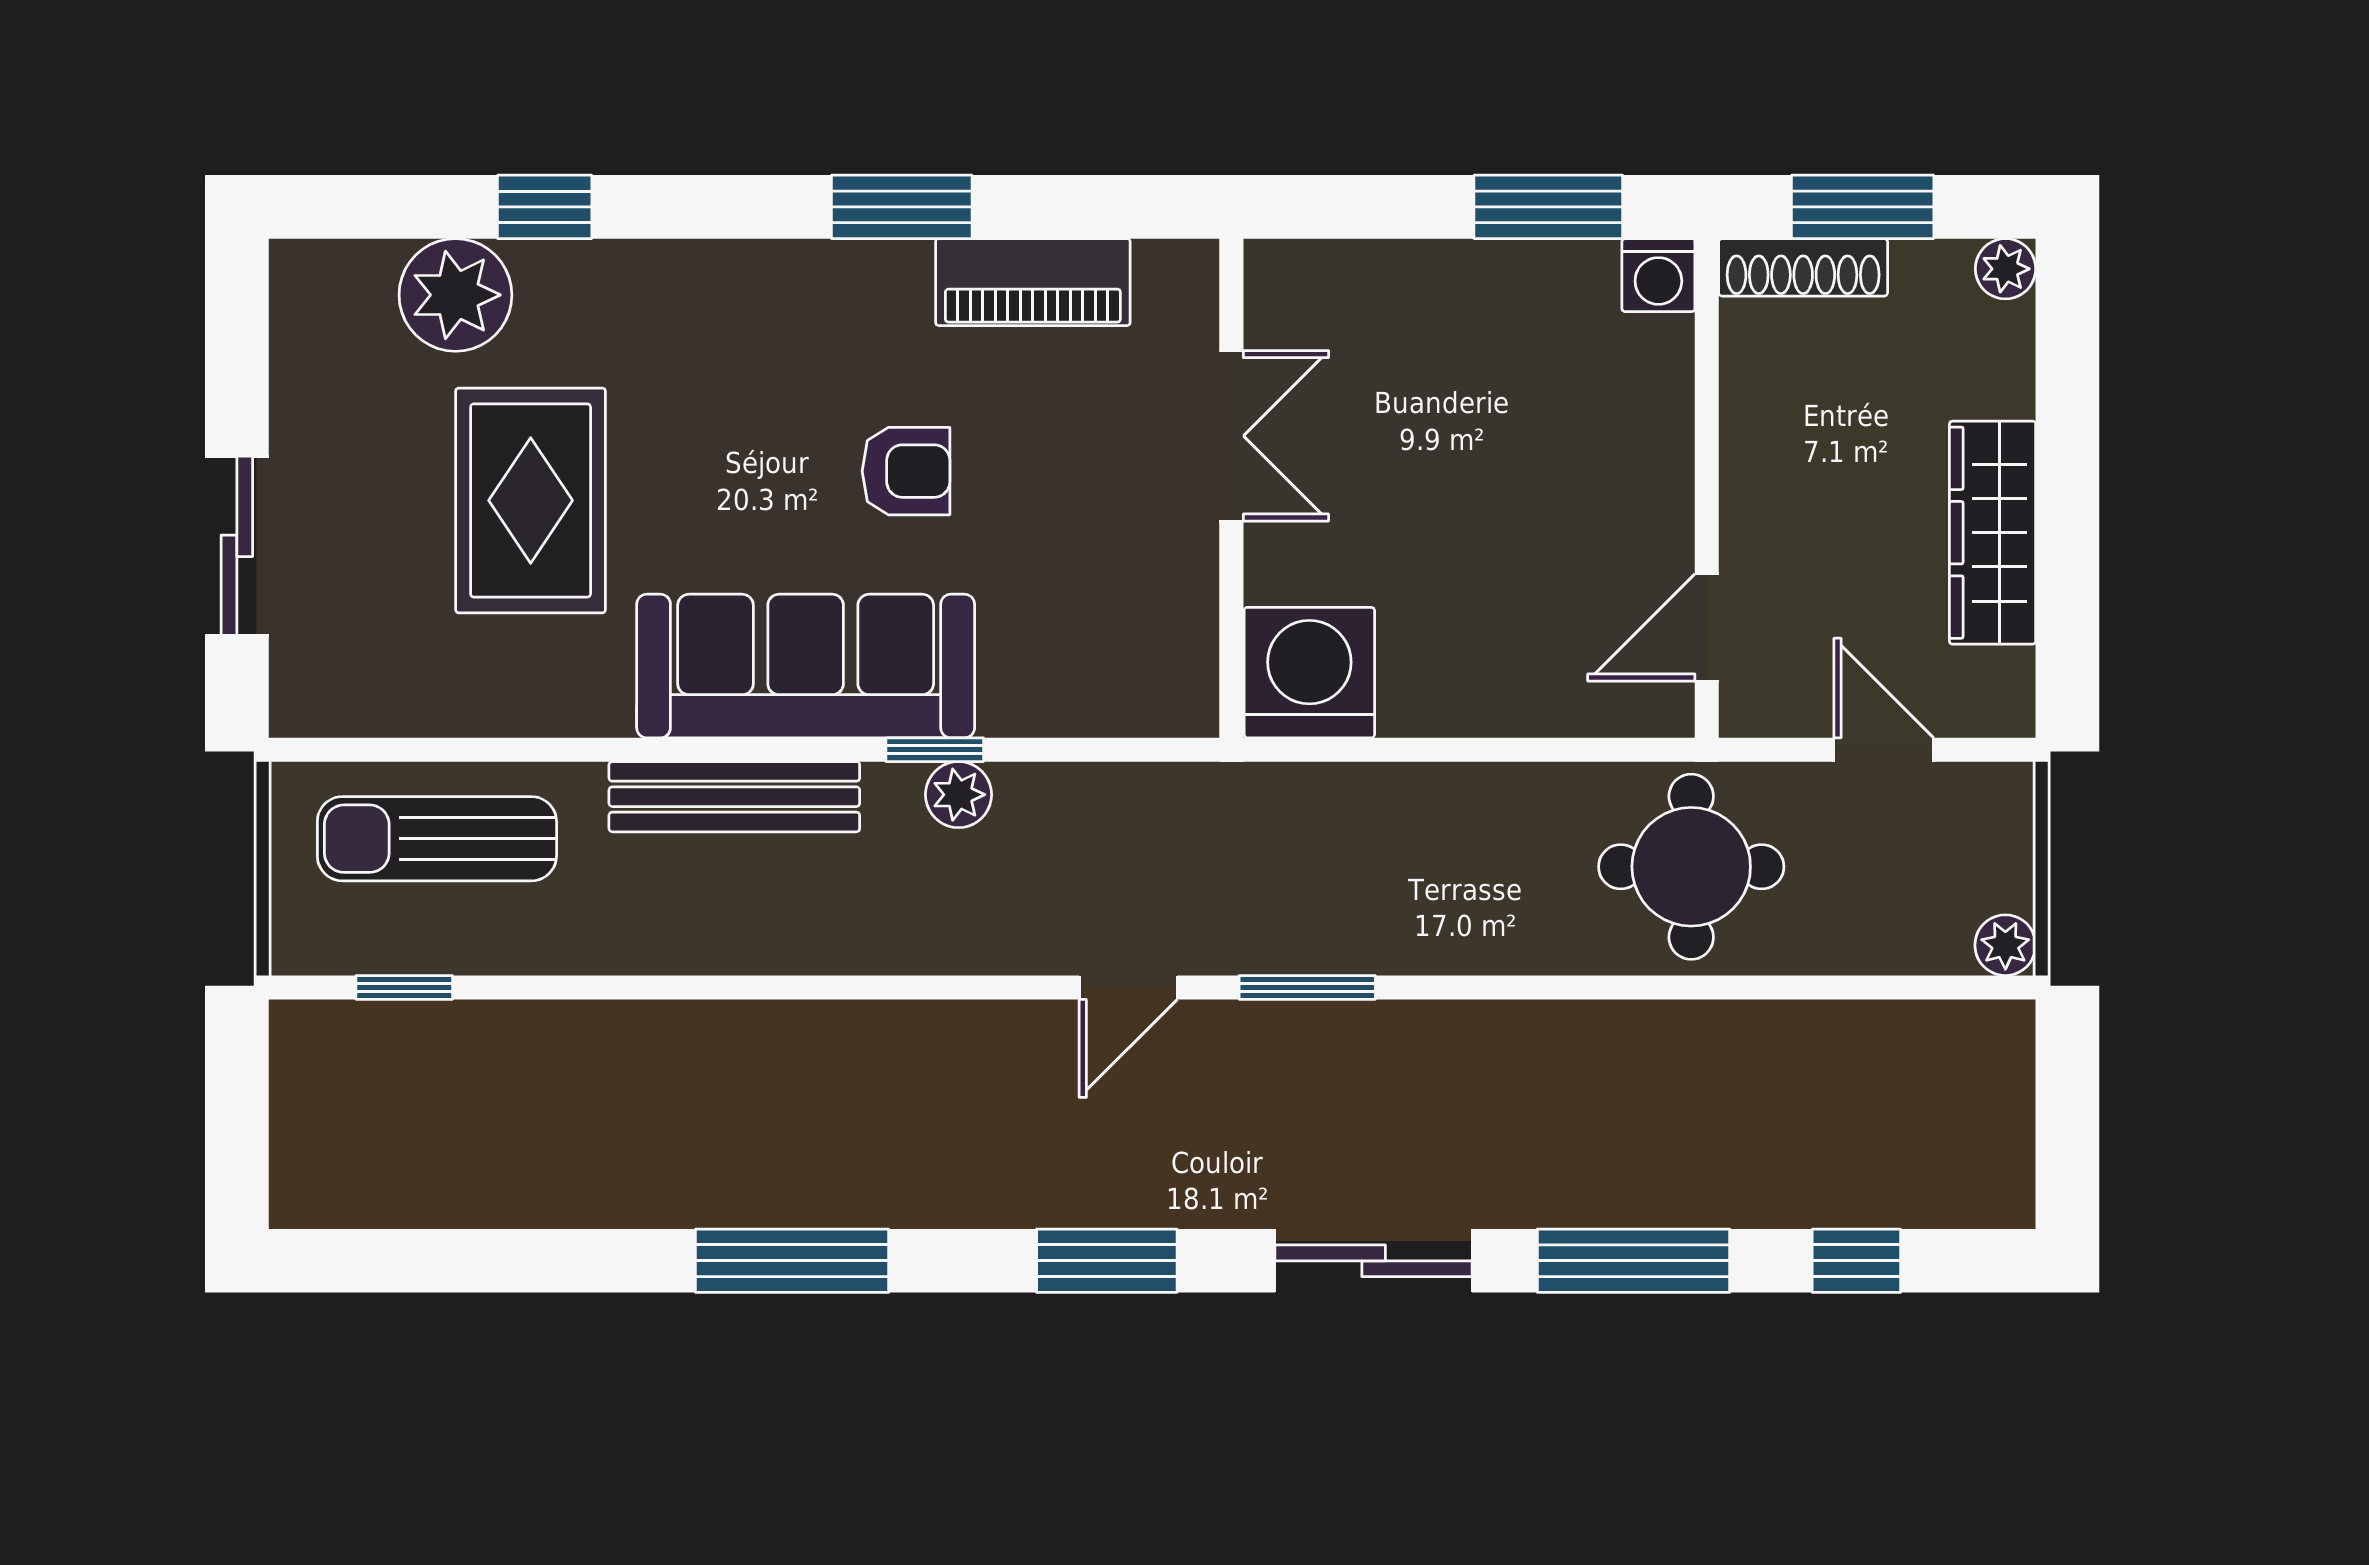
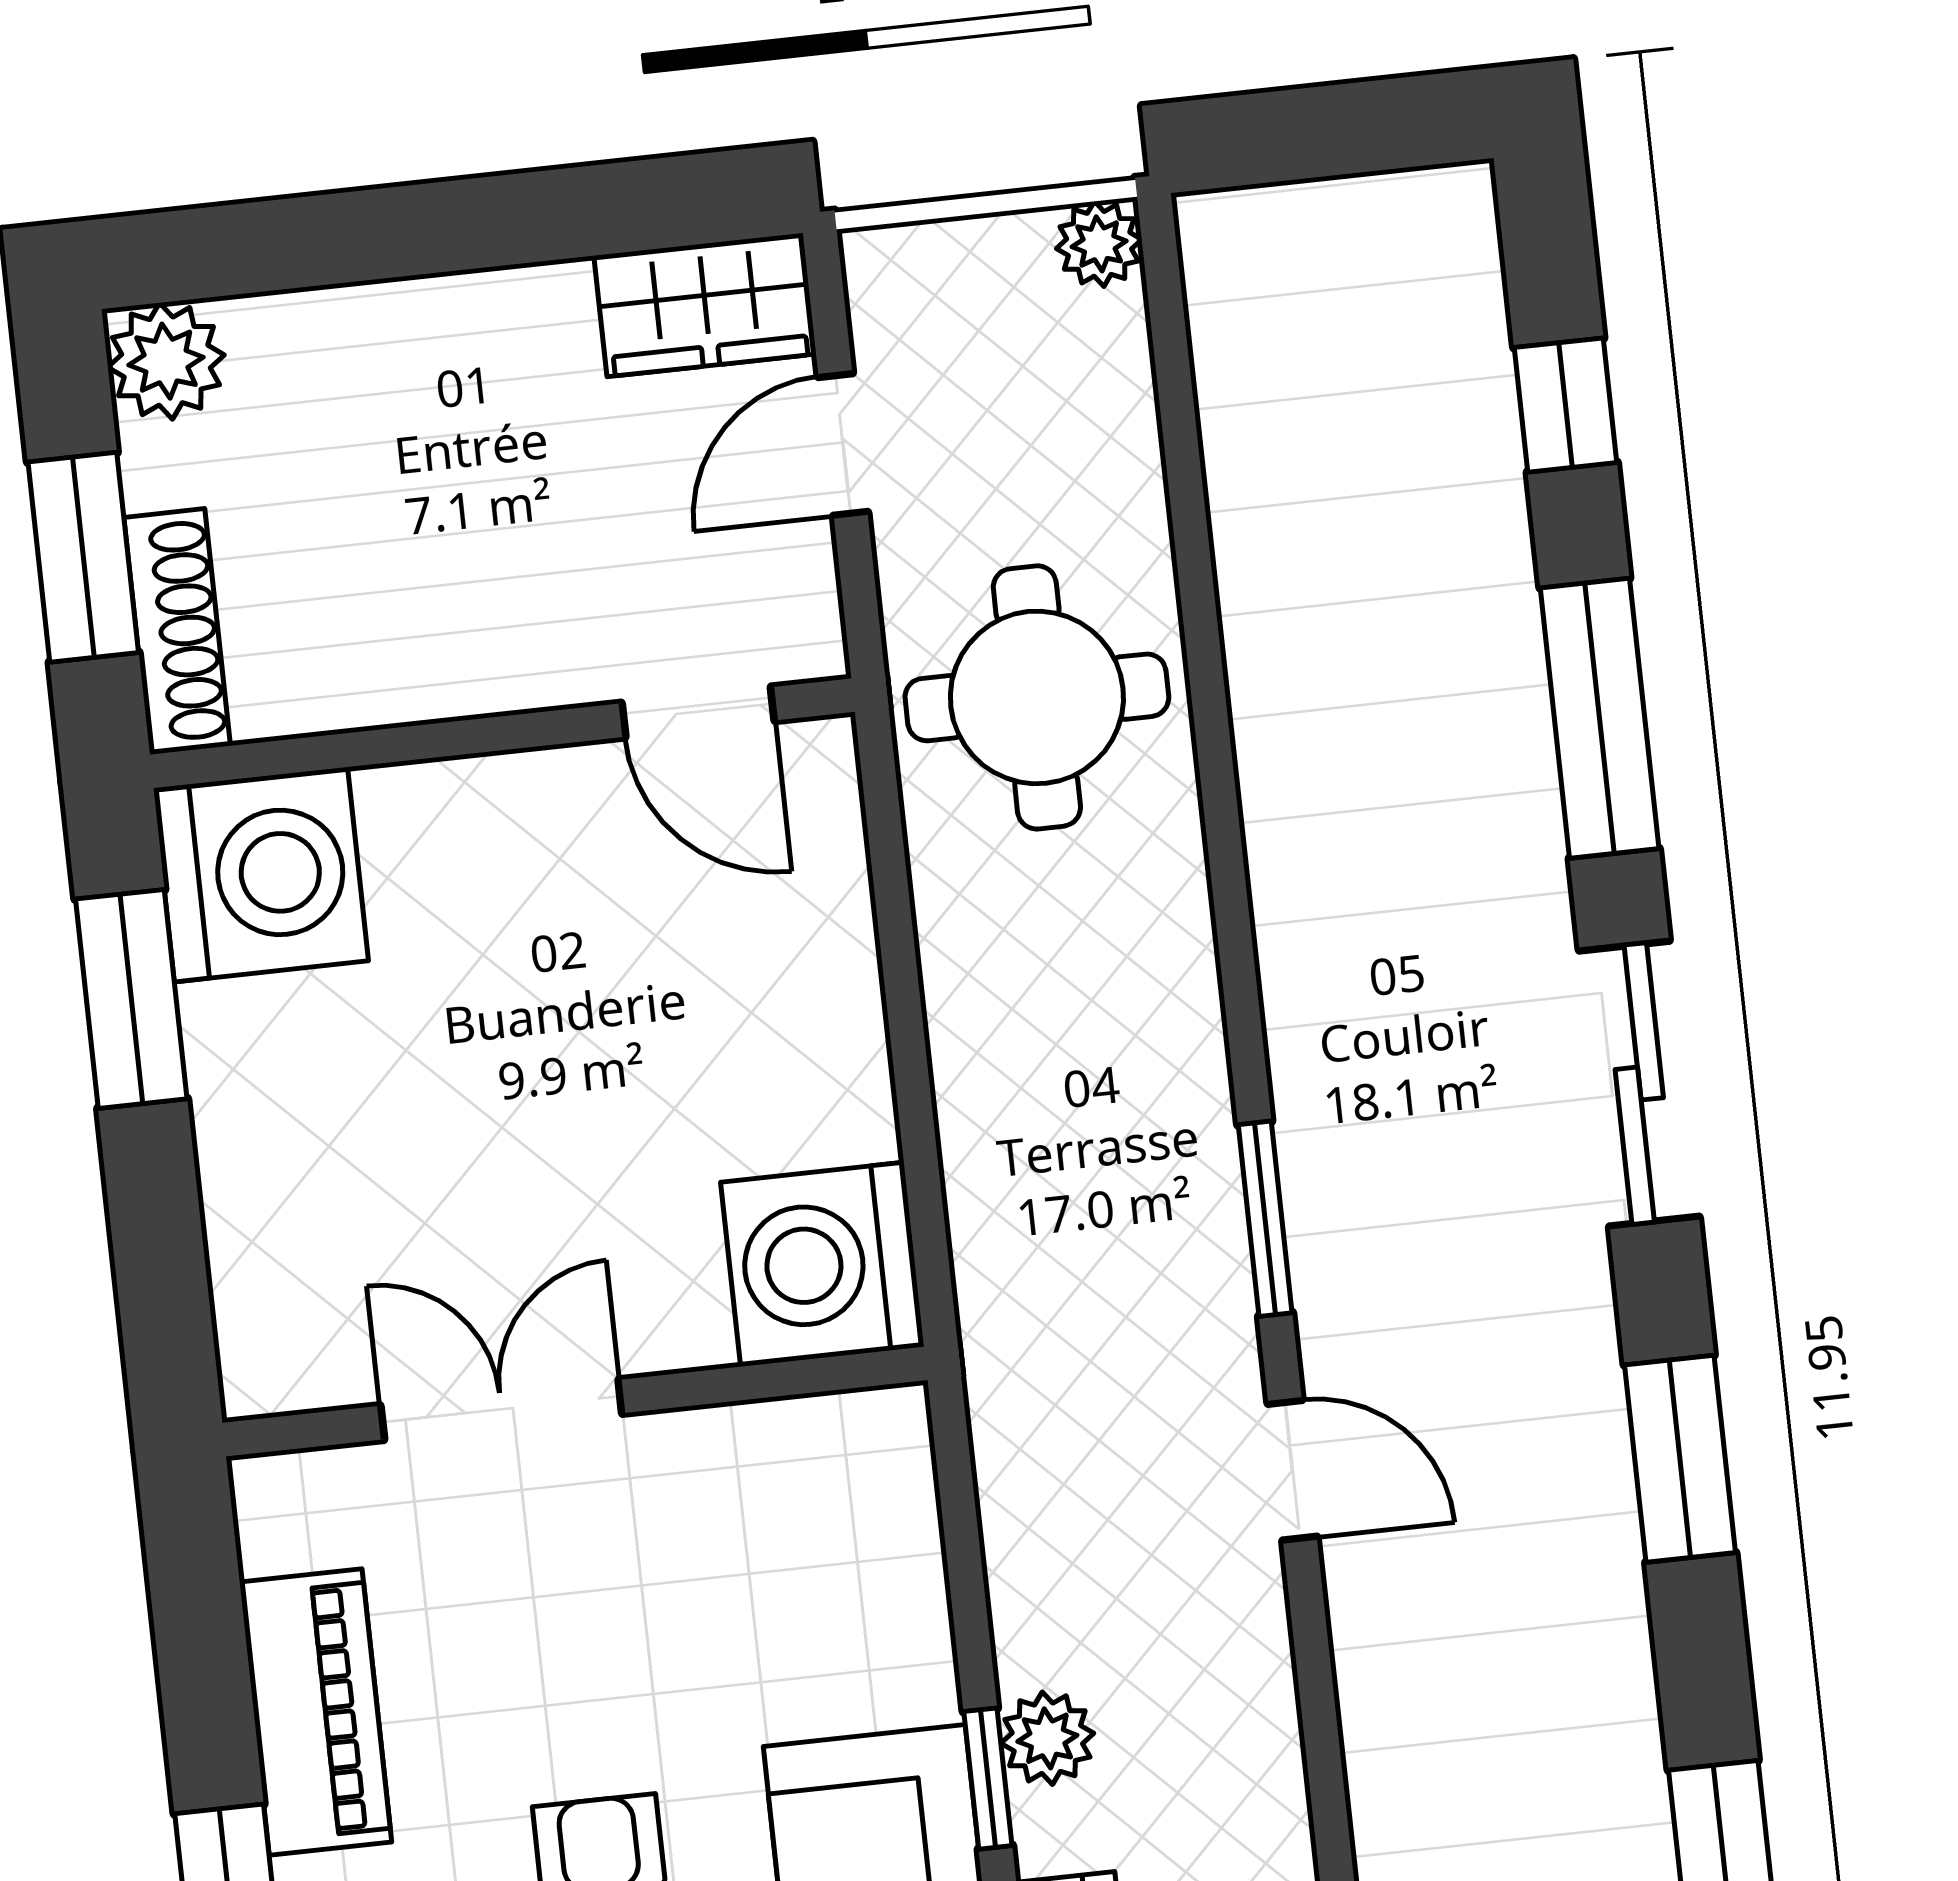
plant: (2005, 269) -> (166, 361), width x1.38, depth x1.38
washing machine: (1658, 275) -> (261, 875), width x1.89, depth x1.89
wardrobe: (1993, 533) -> (705, 305), moved, width x0.67

